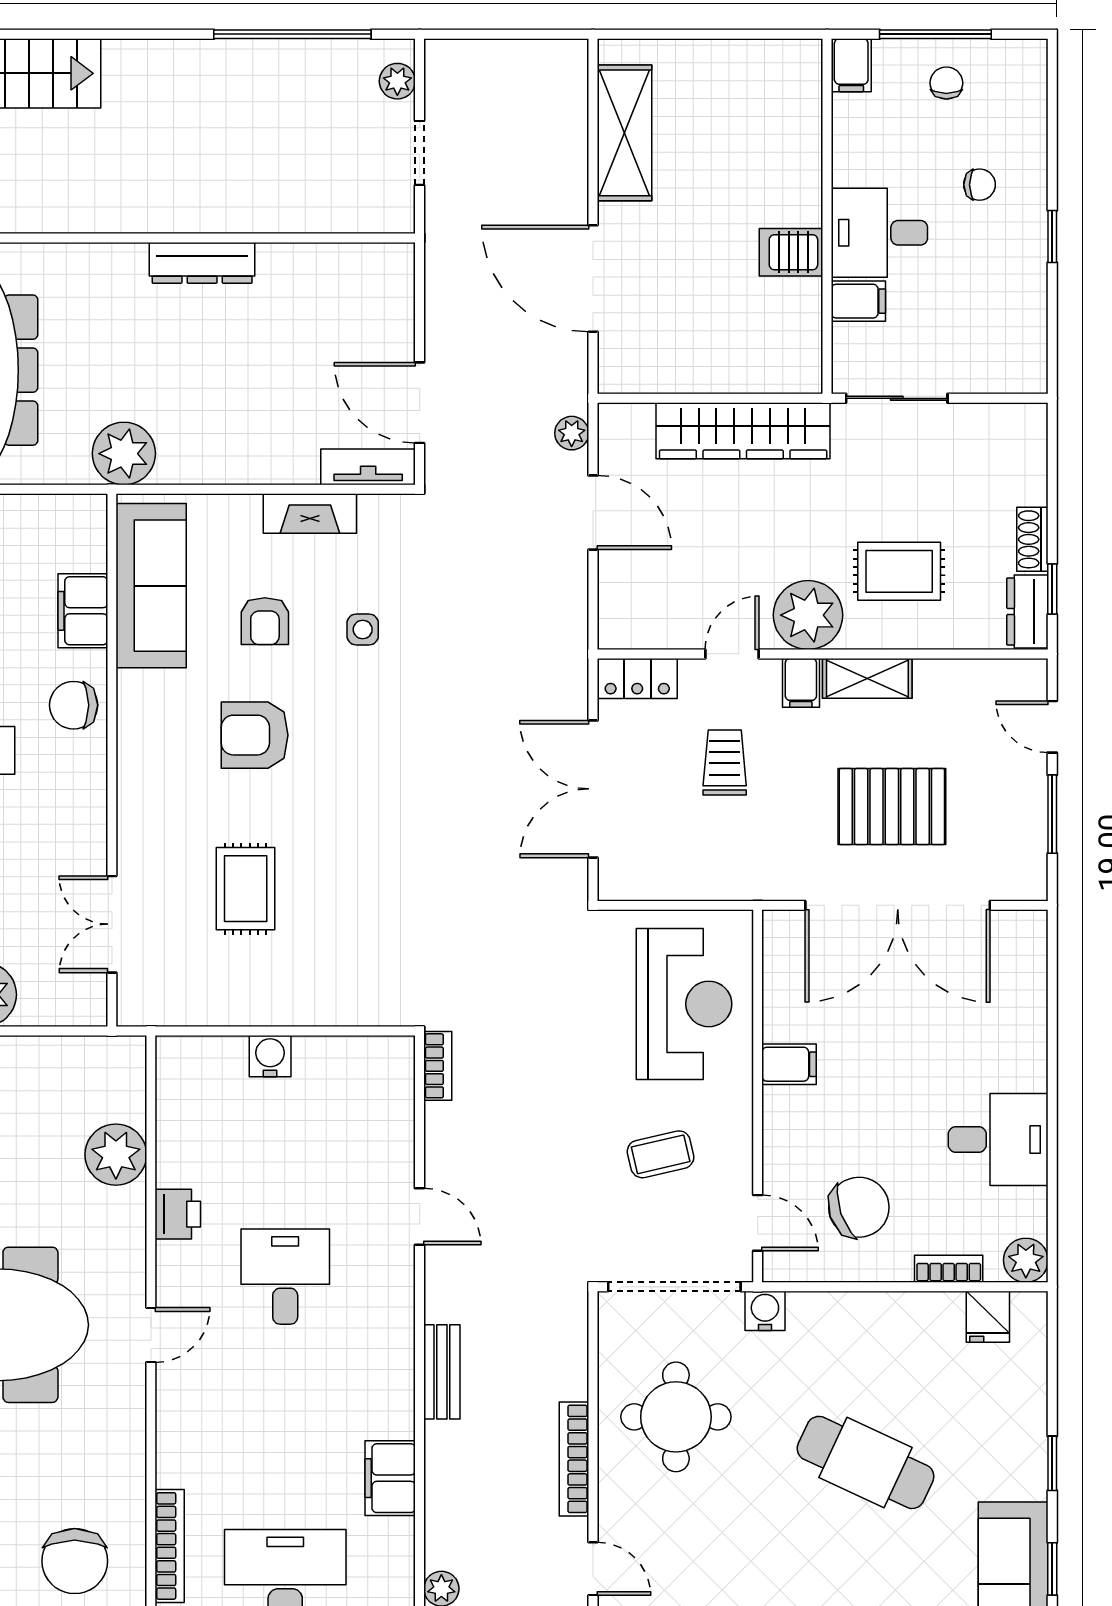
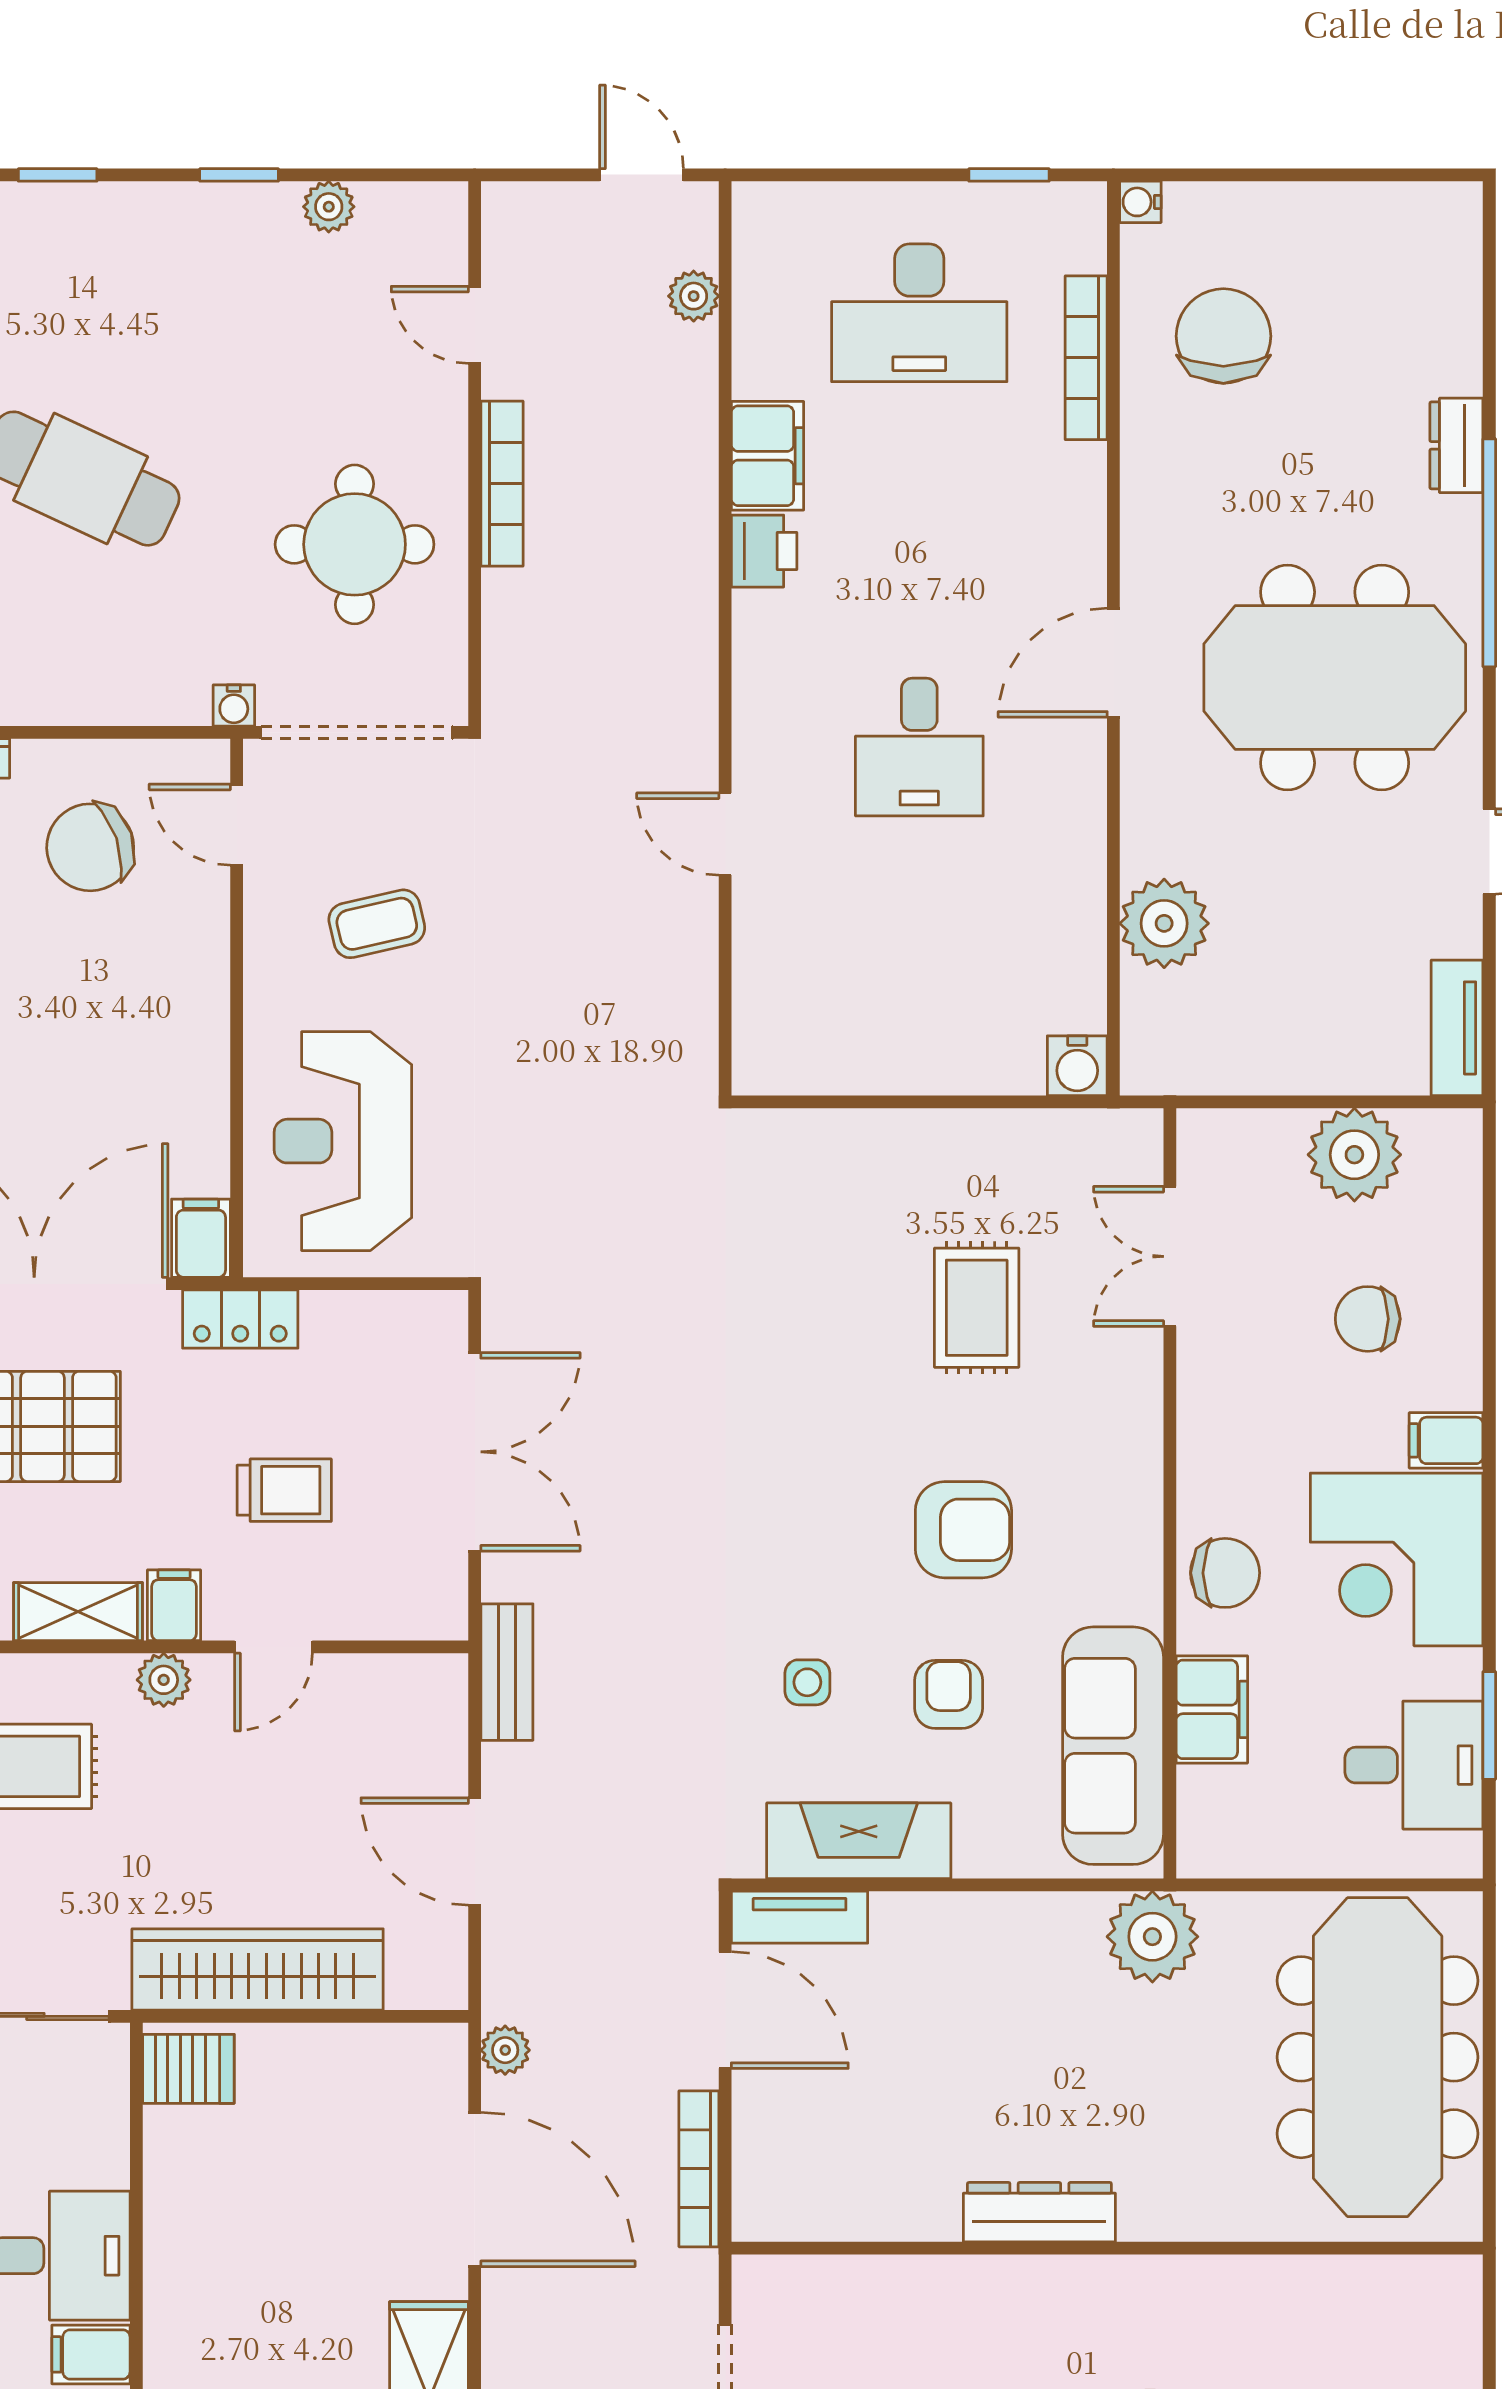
server rack: (791, 252) -> (188, 2069), moved
filing cabinet: (858, 301) -> (91, 2354), moved
plant: (572, 433) -> (505, 2050), moved
fireplace: (310, 514) -> (859, 1841), width x1.37, depth x1.32
plant: (808, 615) -> (164, 1680), width x0.53, depth x0.53
locker: (637, 679) -> (240, 1319), moved, turned 180
trolley: (725, 762) -> (284, 1490), turned -90
double door: (112, 924) -> (1170, 1256), swing flipped
water cooler: (270, 1056) -> (1077, 1066), moved
filing cabinet: (789, 1064) -> (201, 1238), moved, turned 90
bookcase: (438, 1066) -> (699, 2169), moved, width x1.56
printer: (178, 1214) -> (764, 551), moved, turned 180
water cooler: (765, 1311) -> (234, 705), width x0.72, depth x0.72
door: (151, 1335) -> (1113, 663), width x1.38
bench: (442, 1372) -> (507, 1672), moved

